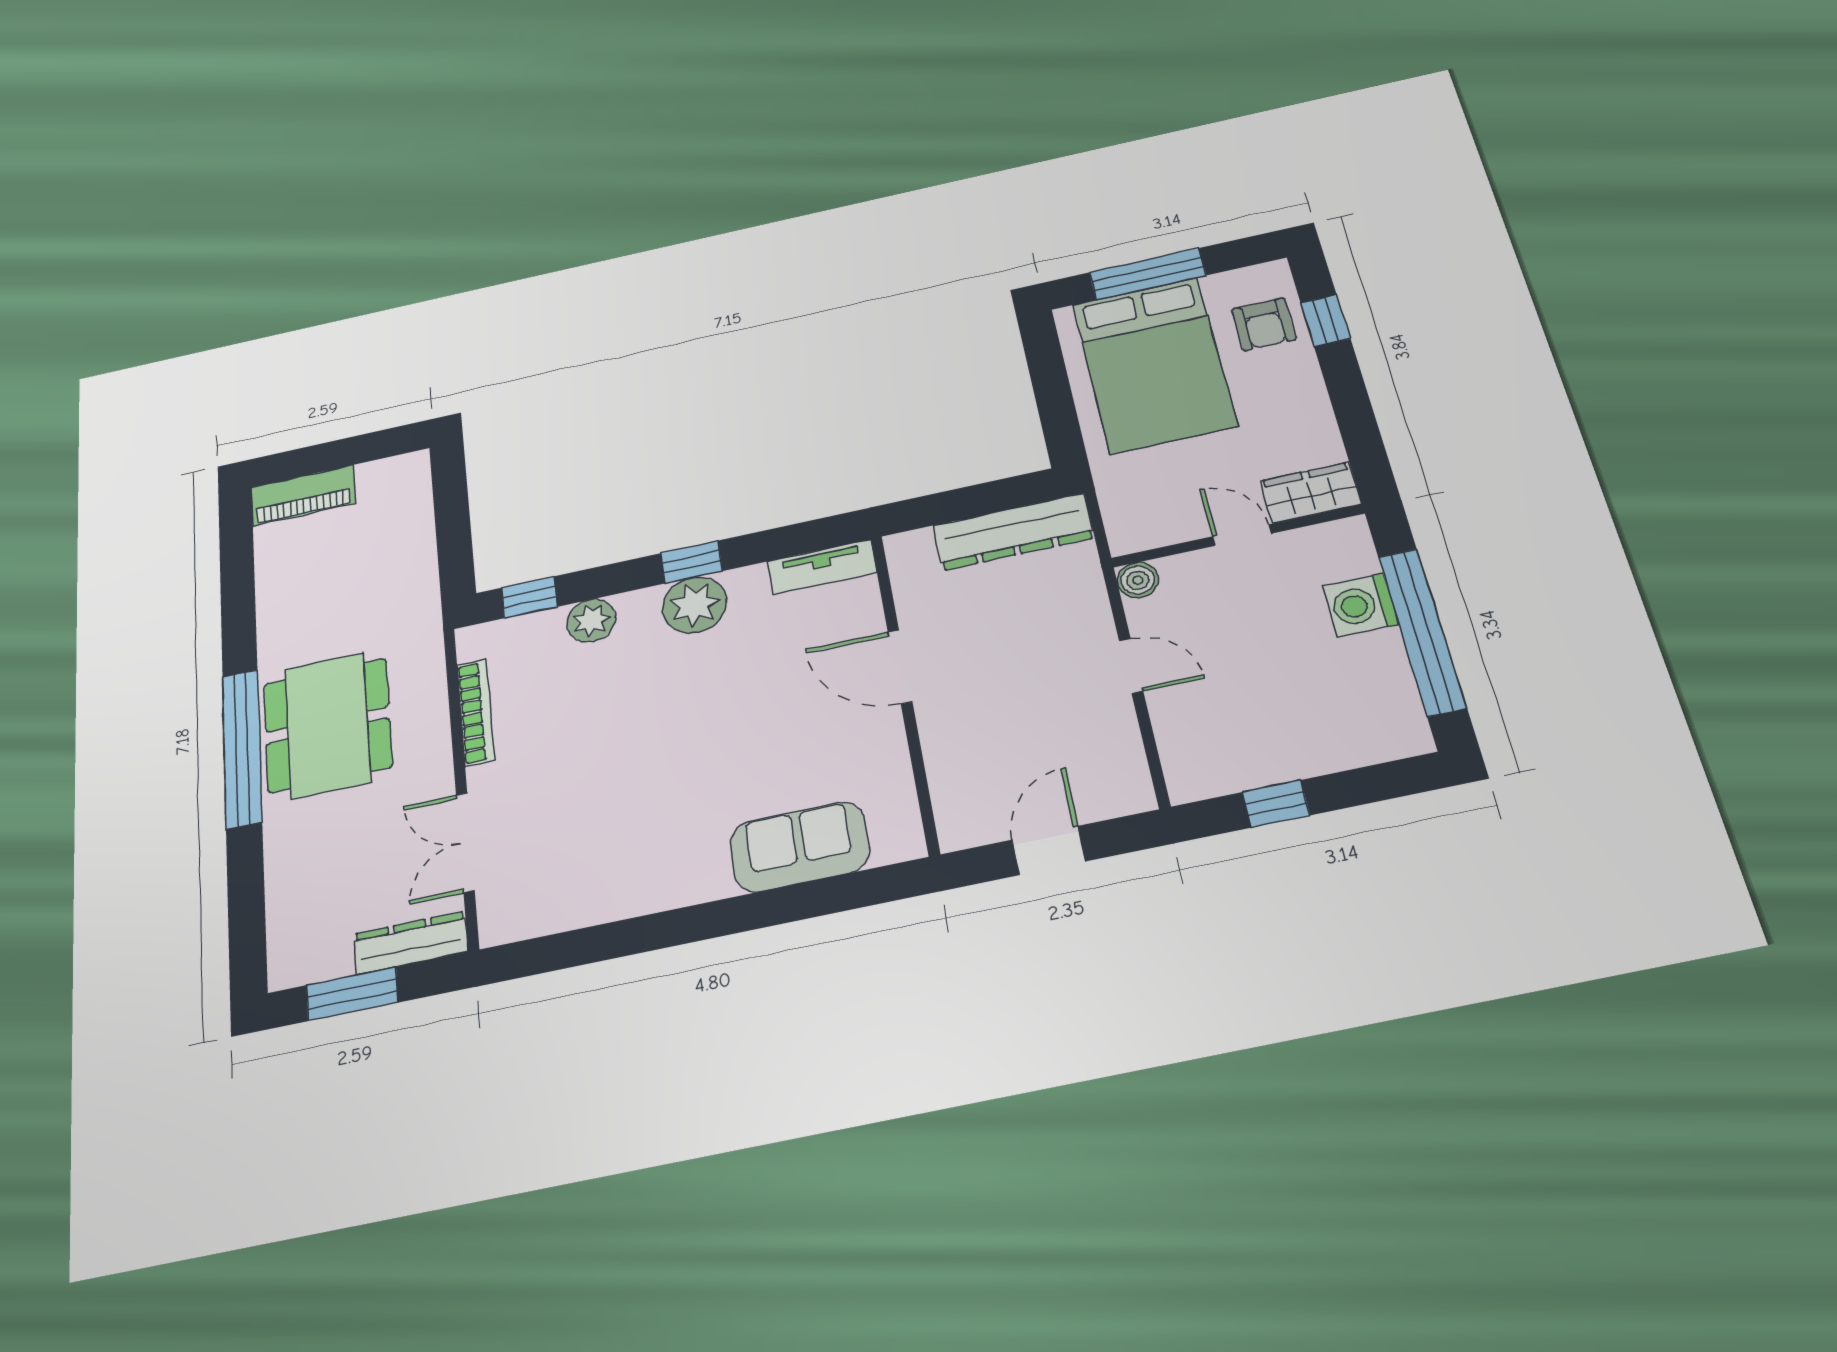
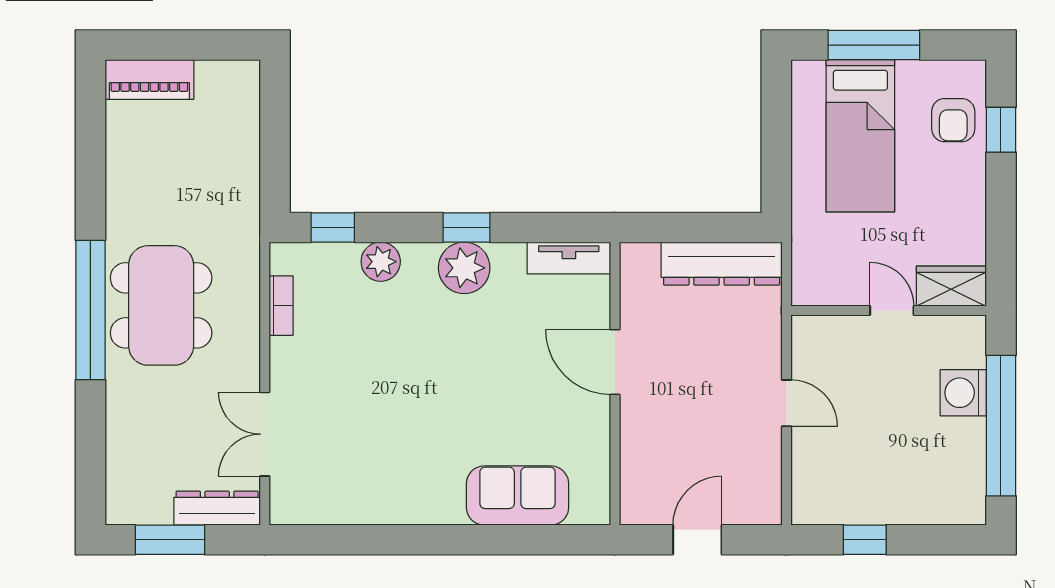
bed: (1154, 365) -> (860, 136), width x0.67
boiler: (1138, 580) -> (807, 331), removed
bookcase: (476, 712) -> (281, 306), width x0.64

